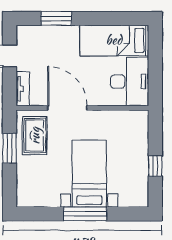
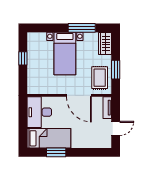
window: (56, 18) -> (56, 152), moved
wardrobe: (26, 189) -> (105, 44), added
window: (85, 214) -> (82, 28), moved

